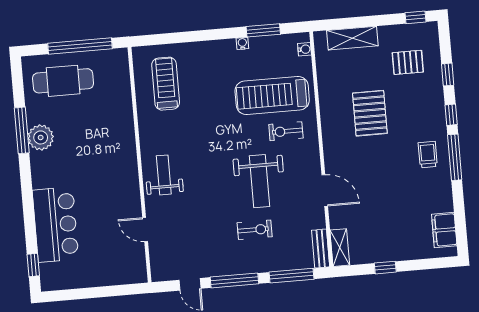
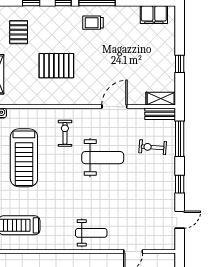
treadmill: (272, 95) -> (24, 158), moved
exercise bike: (286, 131) -> (65, 133), turned 180
weight bench: (164, 175) -> (91, 233), turned 180
exercise bike: (255, 230) -> (153, 147), moved, turned -86
window: (234, 280) -> (180, 184), width x0.46

